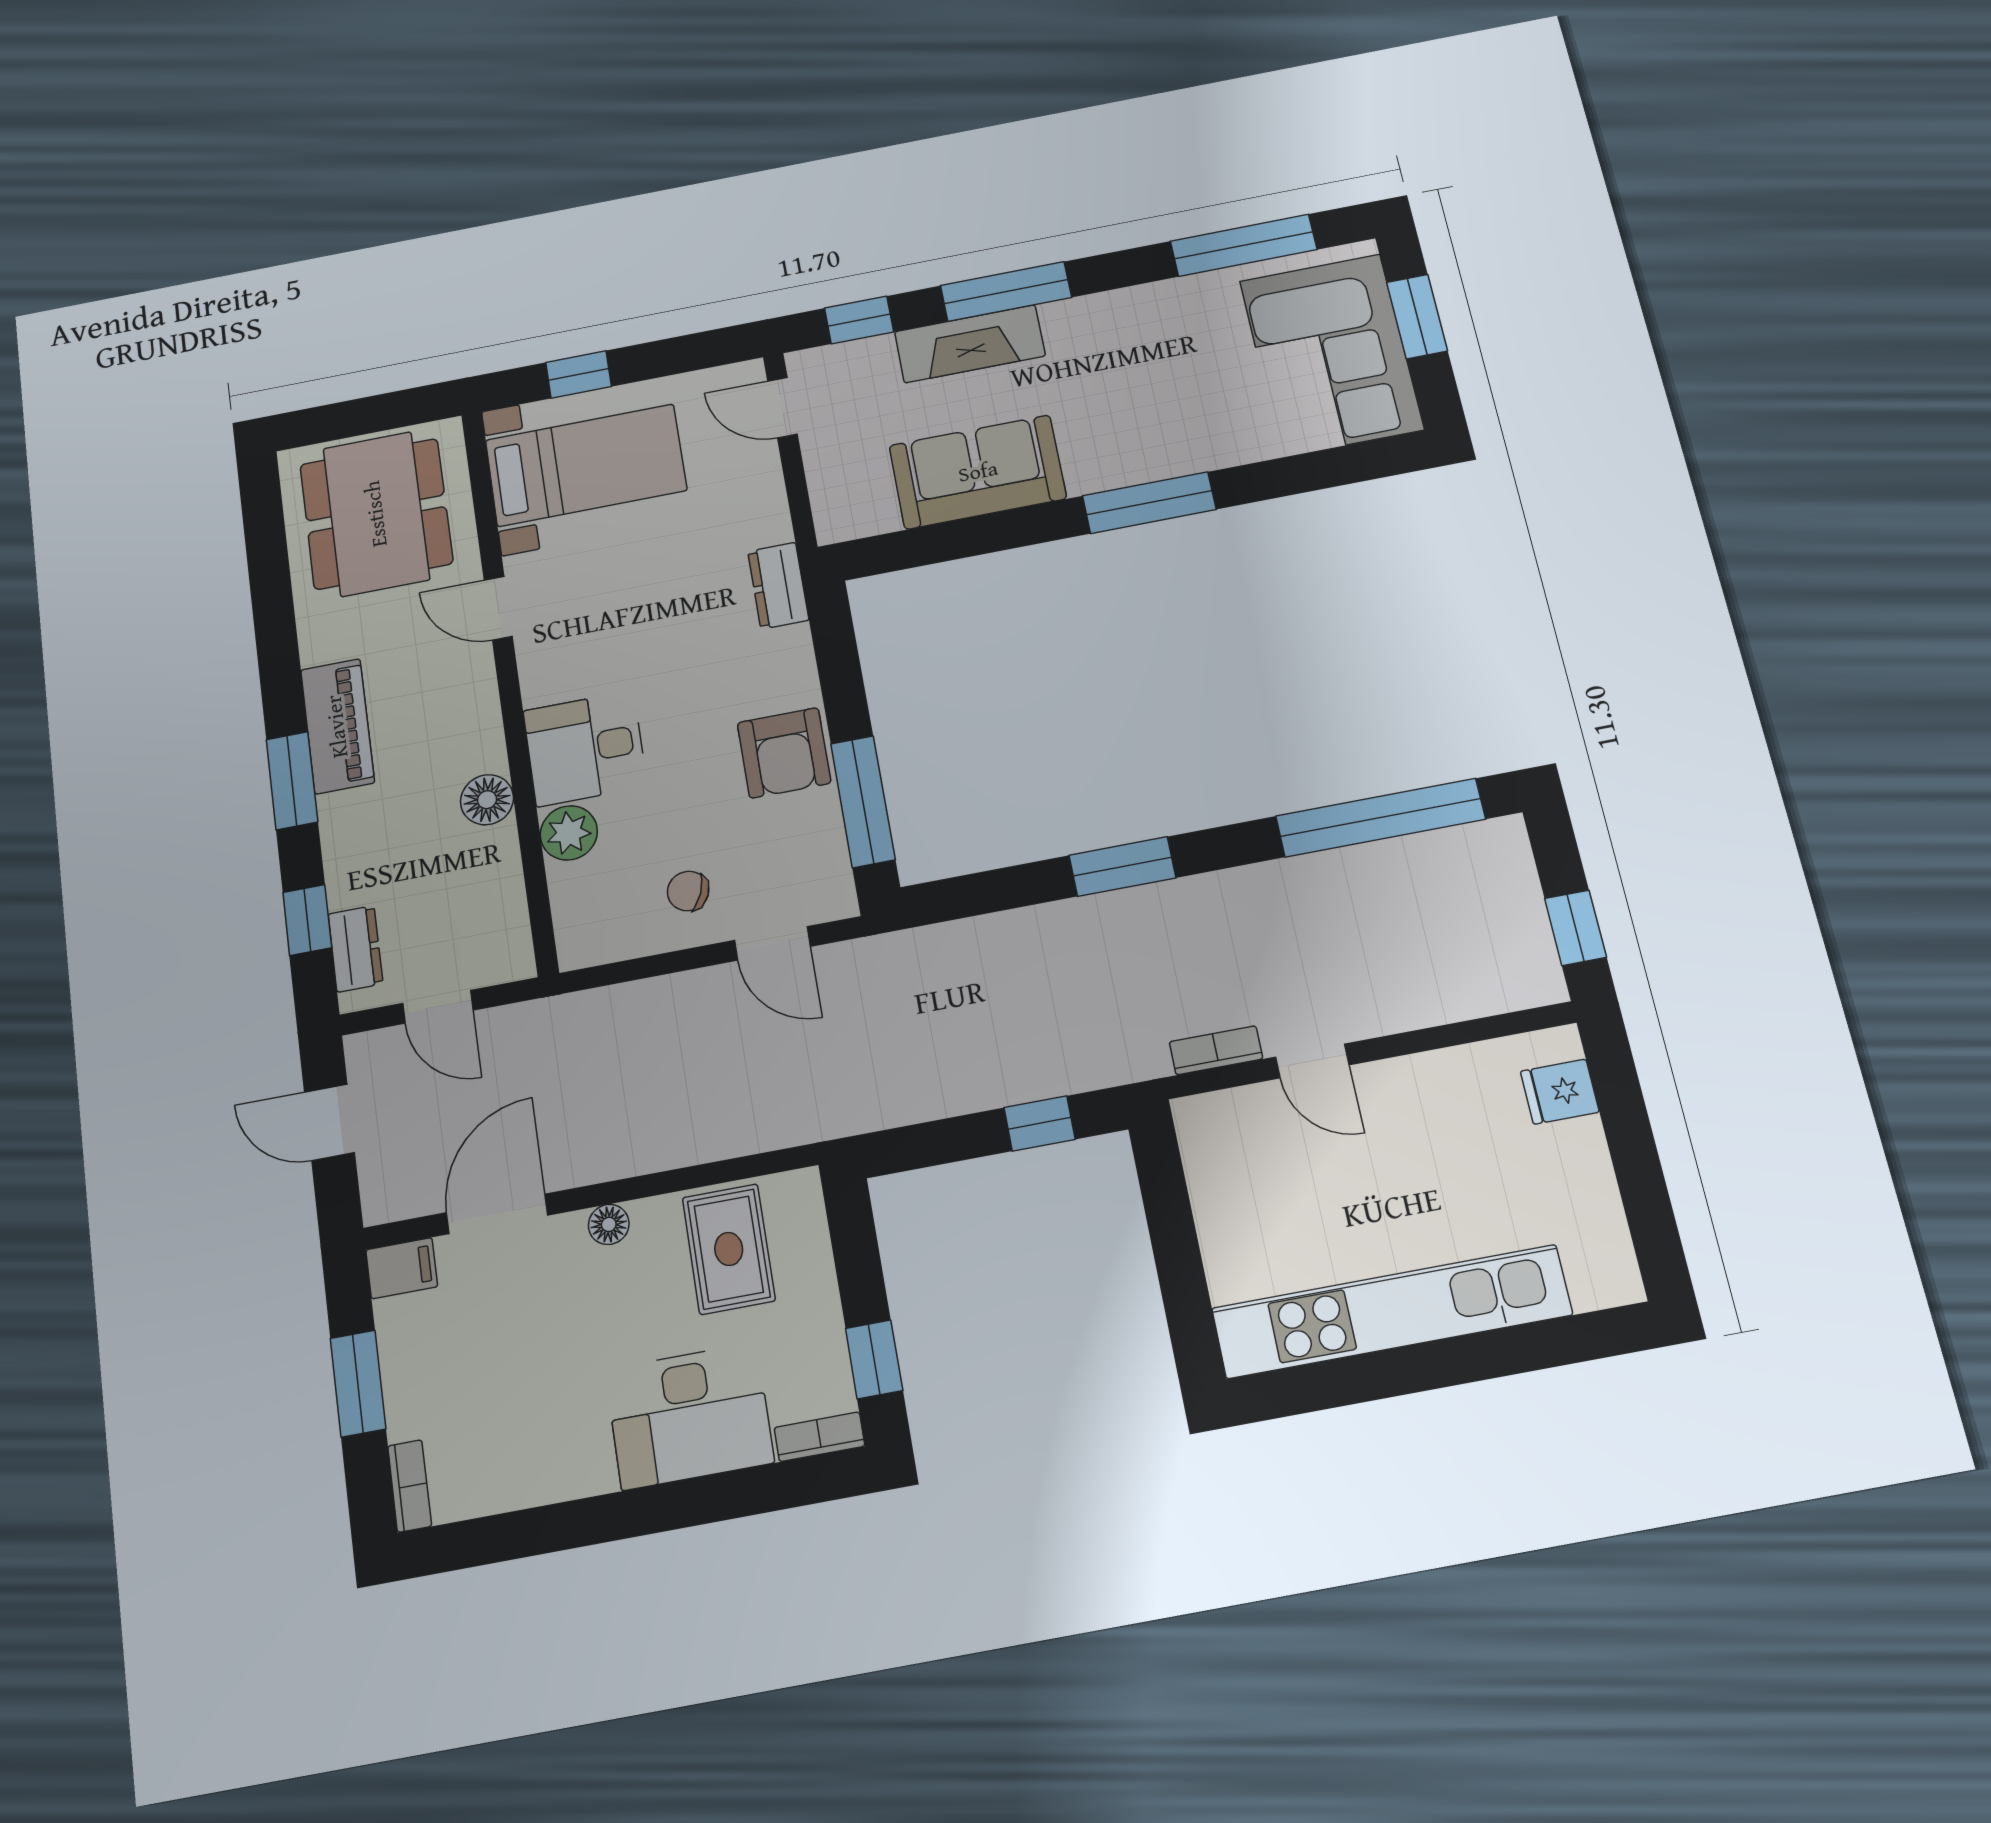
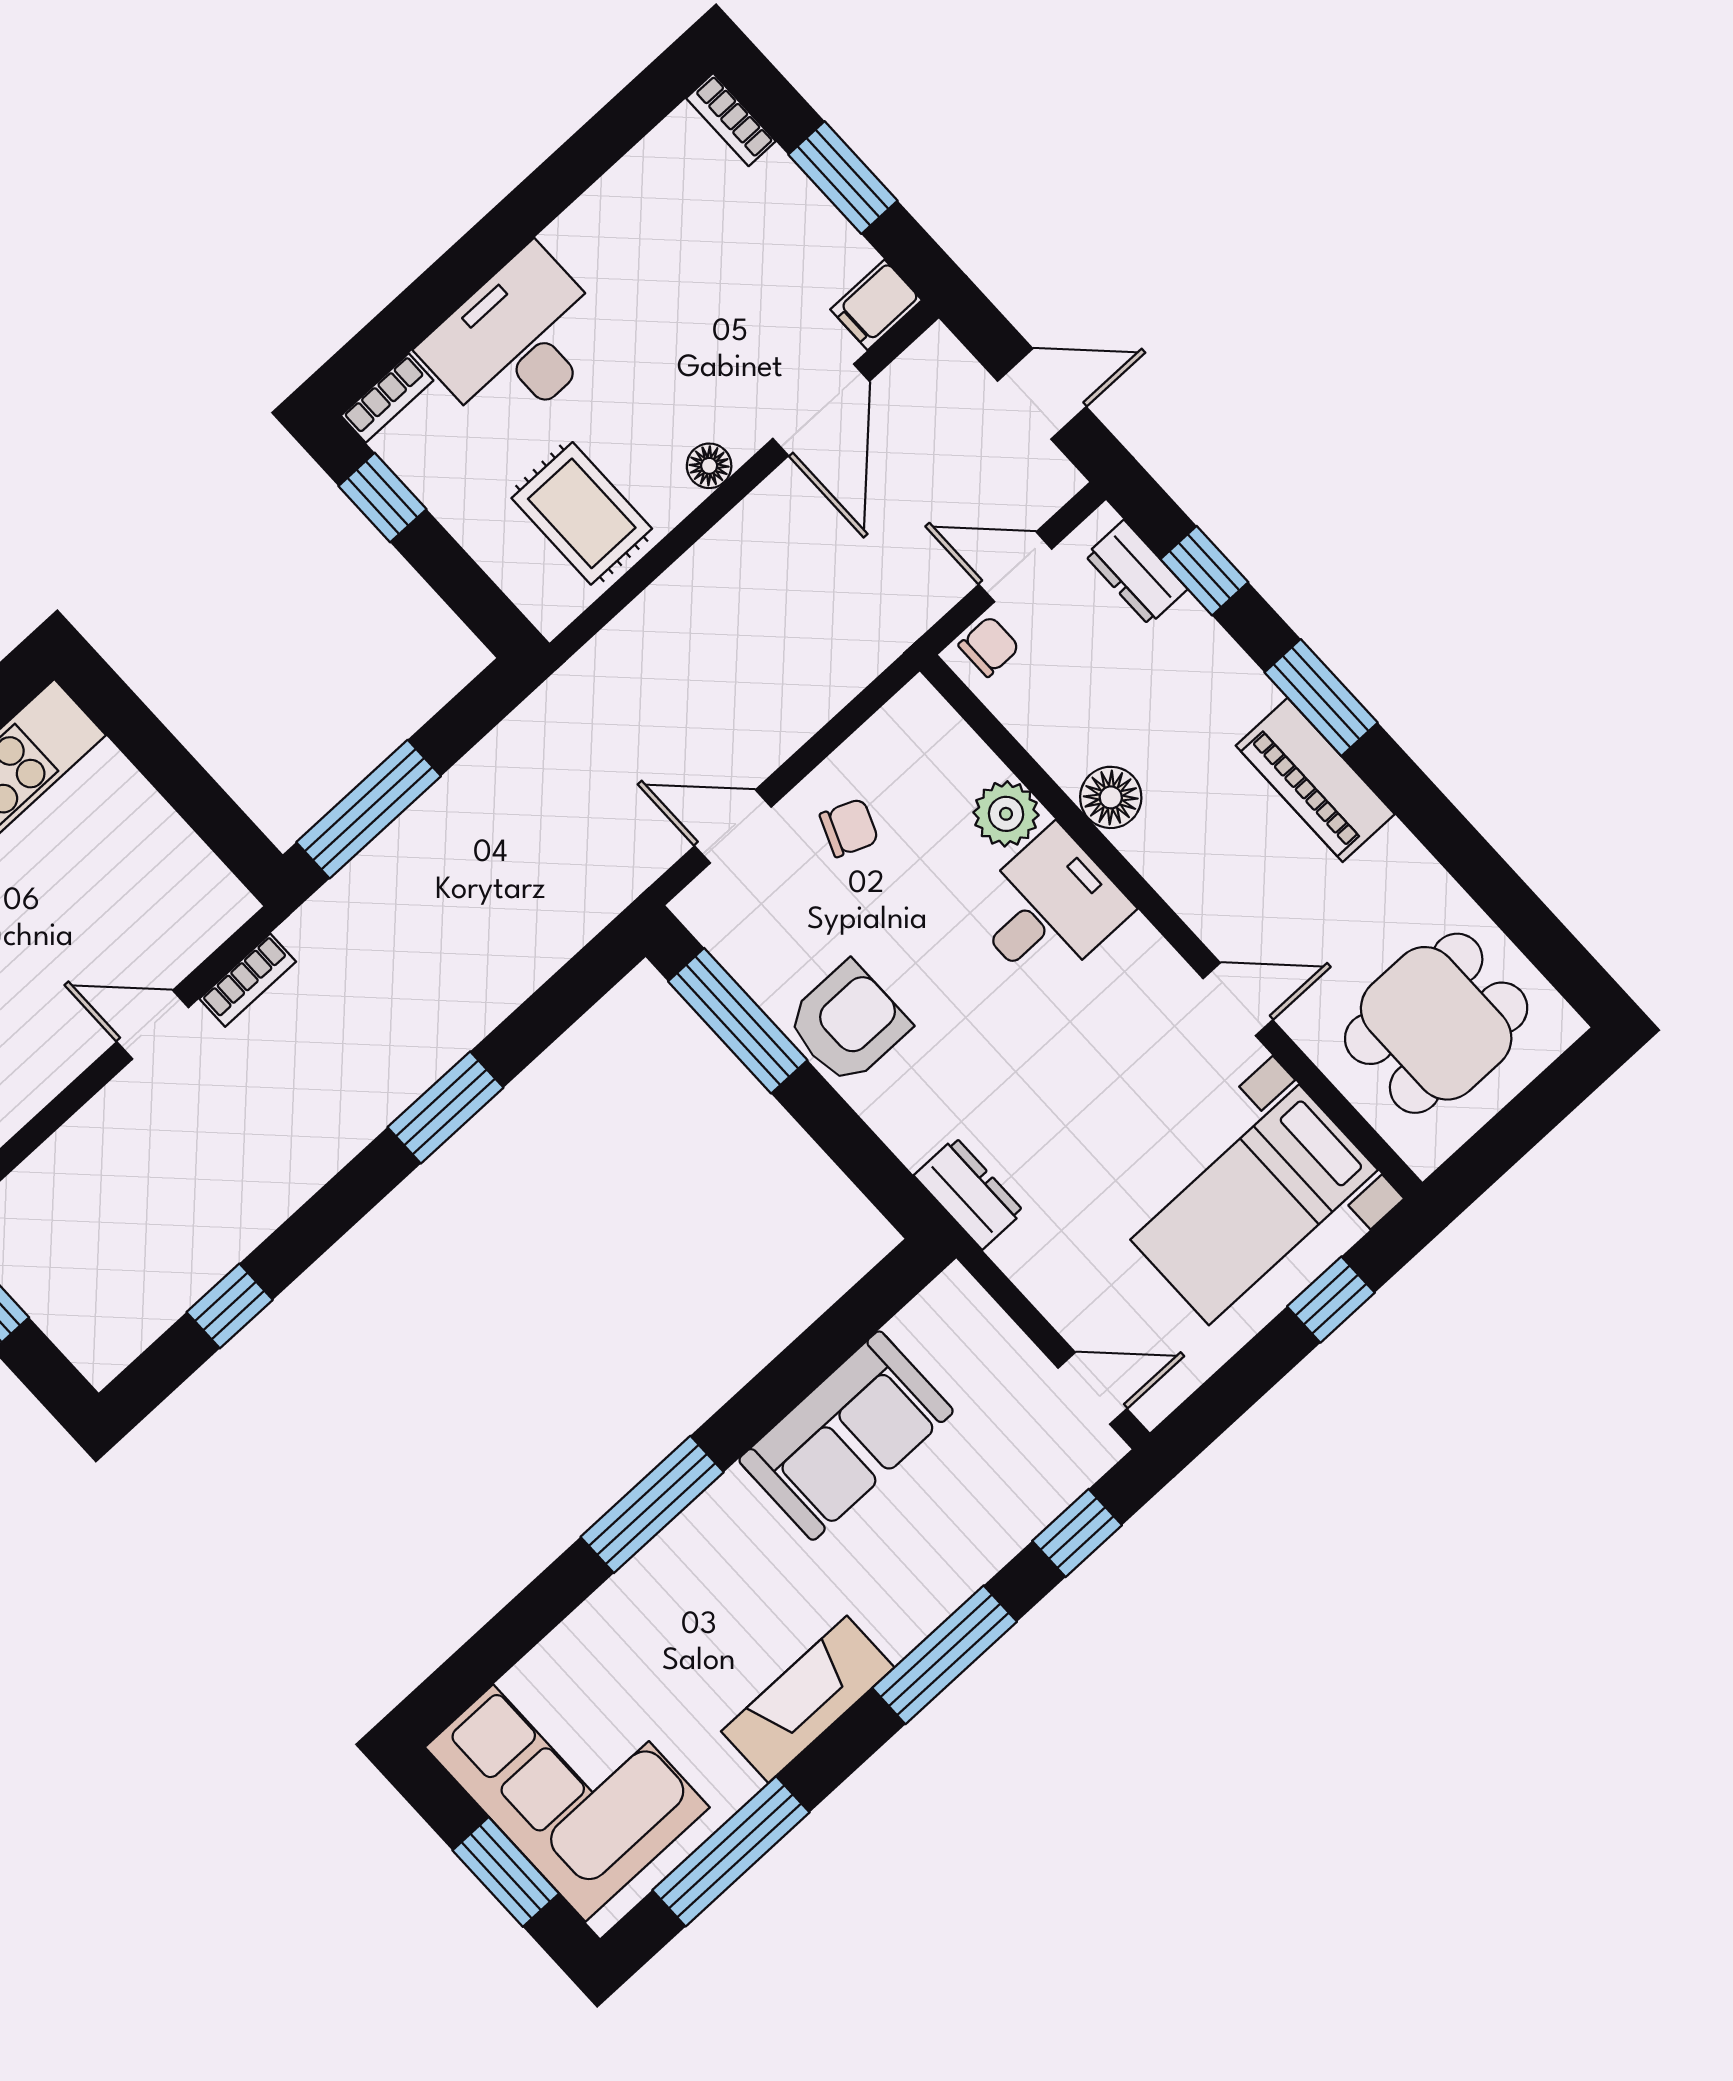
fireplace: (970, 344) -> (808, 1699), moved
dining table: (376, 514) -> (1436, 1023), width x0.73
armchair: (784, 753) -> (848, 1023), turned 90
window: (1380, 818) -> (230, 1306), width x0.32
chair: (497, 960) -> (989, 646), added
window: (1040, 1123) -> (369, 809), width x2.17

